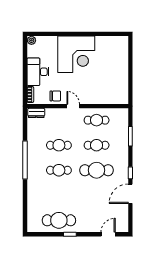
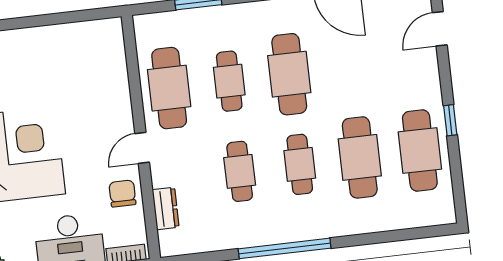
dresser: (36, 113) -> (166, 208), moved
cafe table: (97, 120) -> (169, 88), width x1.37, depth x1.35
cafe table: (59, 195) -> (360, 157), added
door: (108, 234) -> (440, 29), hinge flipped

